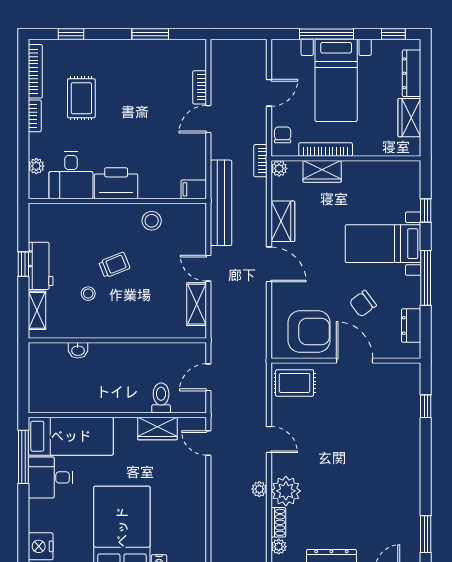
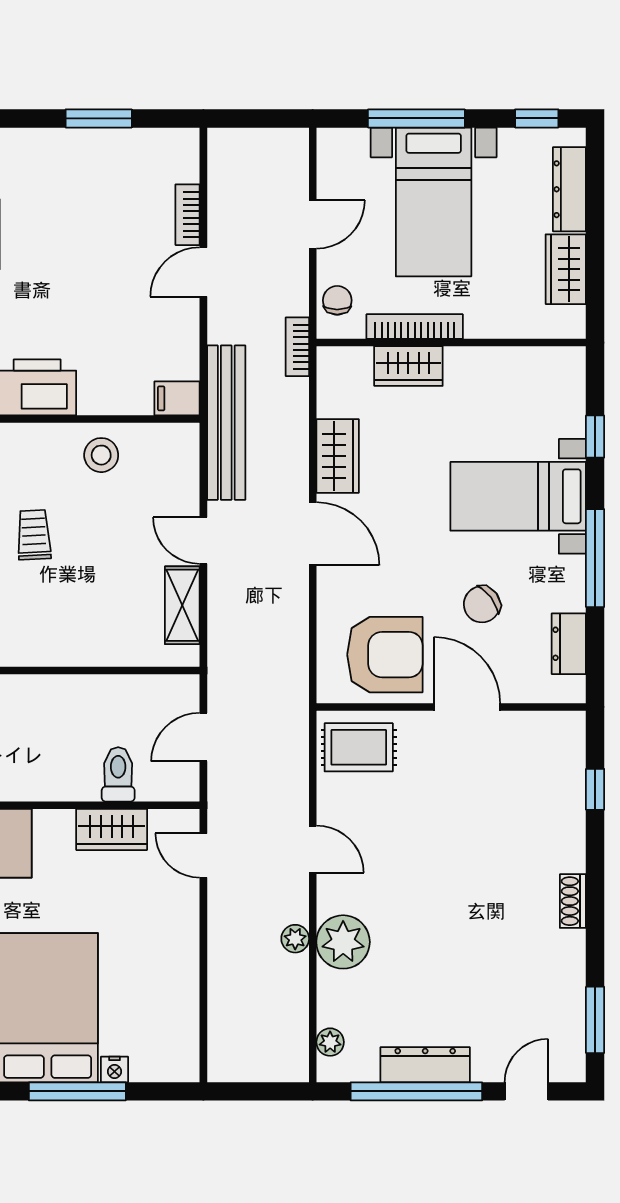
plant: (279, 168) -> (331, 361), removed
trolley: (114, 265) -> (34, 535), turned -71
shoe rack: (278, 522) -> (573, 901), moved, turned 180

